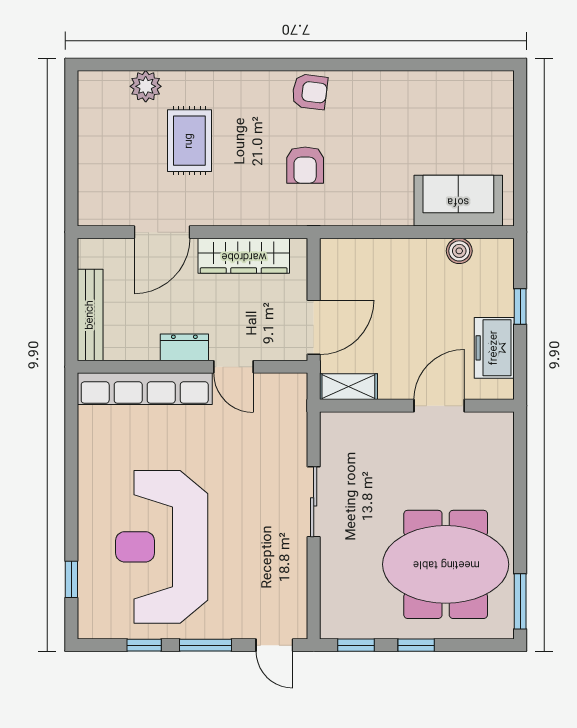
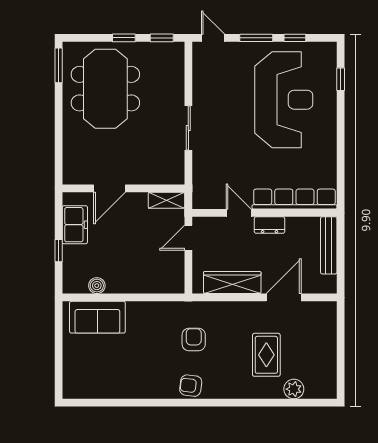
door: (314, 327) -> (188, 238), width x0.73
meeting table: (446, 564) -> (105, 89), turned 90

